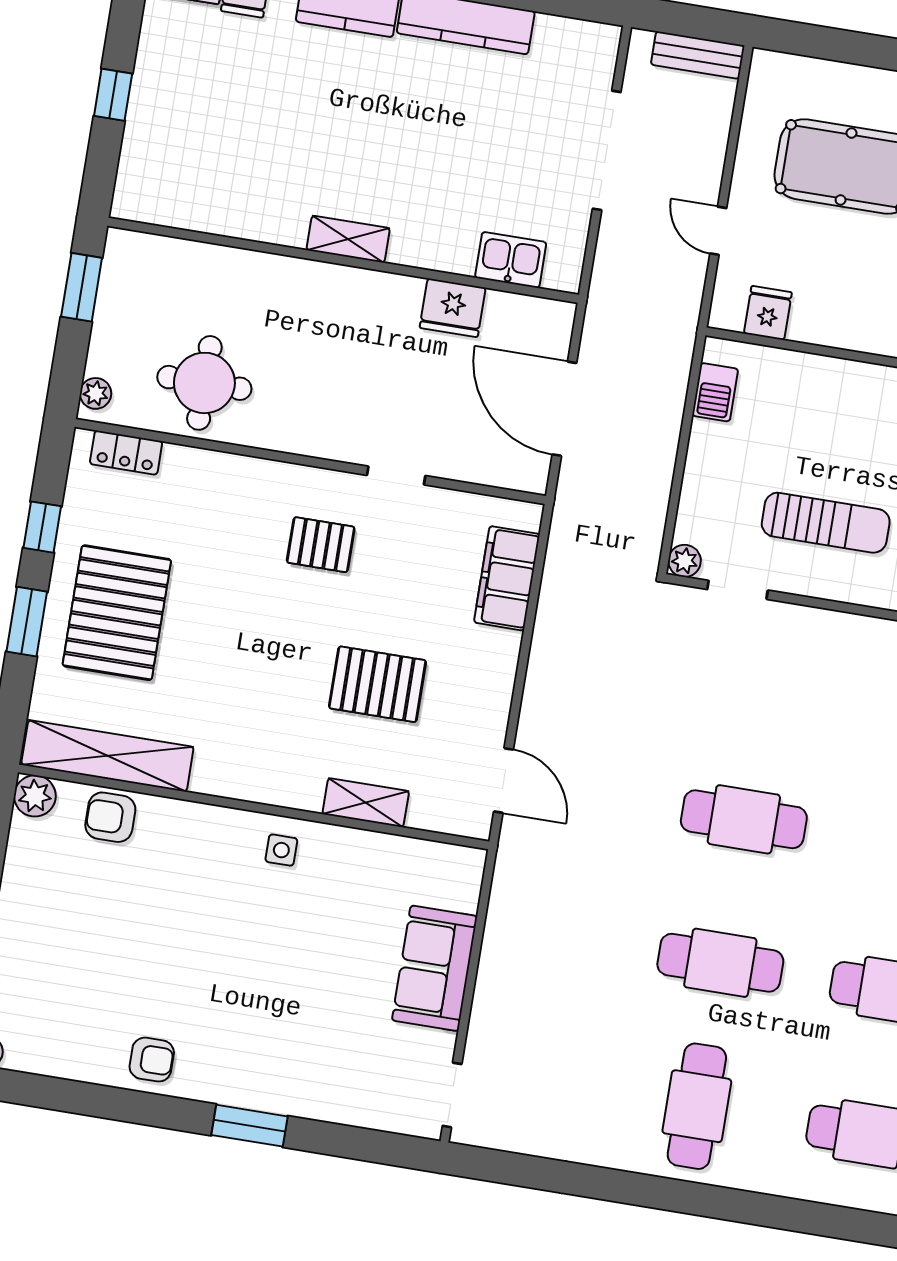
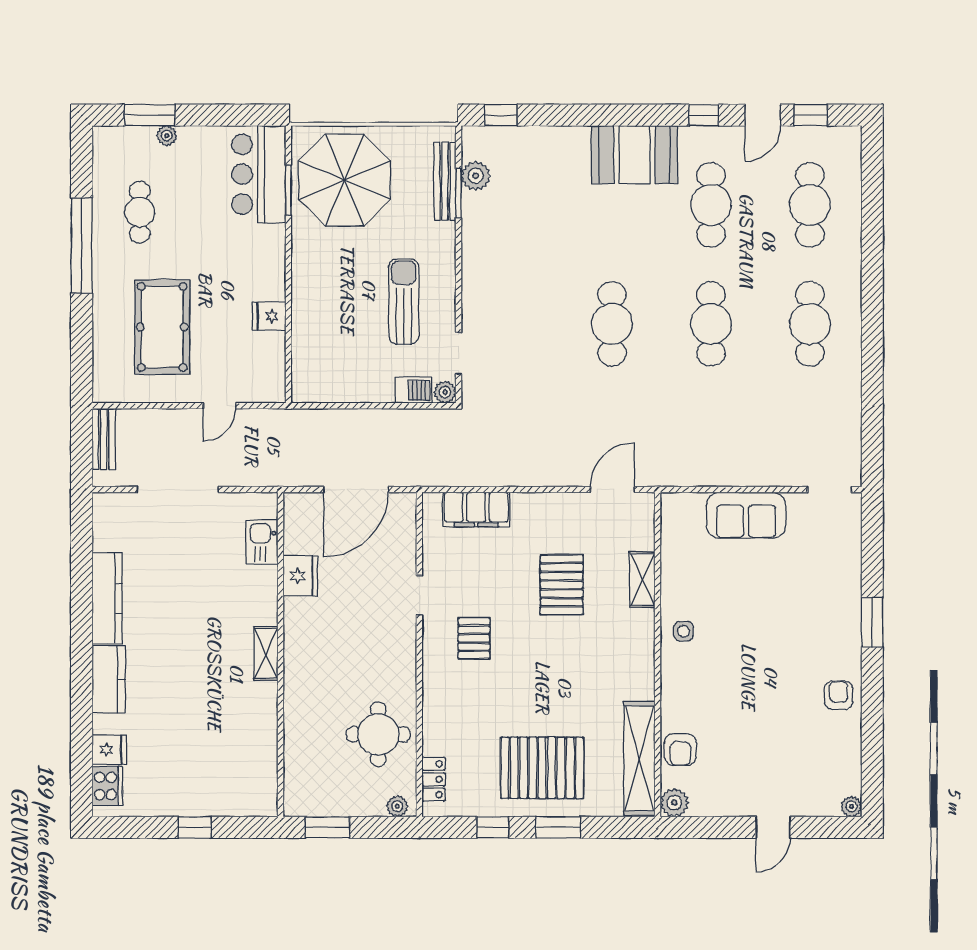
fridge: (768, 313) -> (269, 316), moved
barbecue: (715, 392) -> (414, 390), moved
cafe table: (697, 1106) -> (810, 324), turned 90

